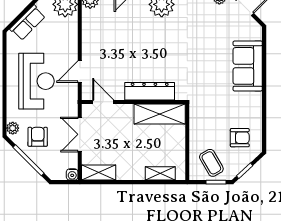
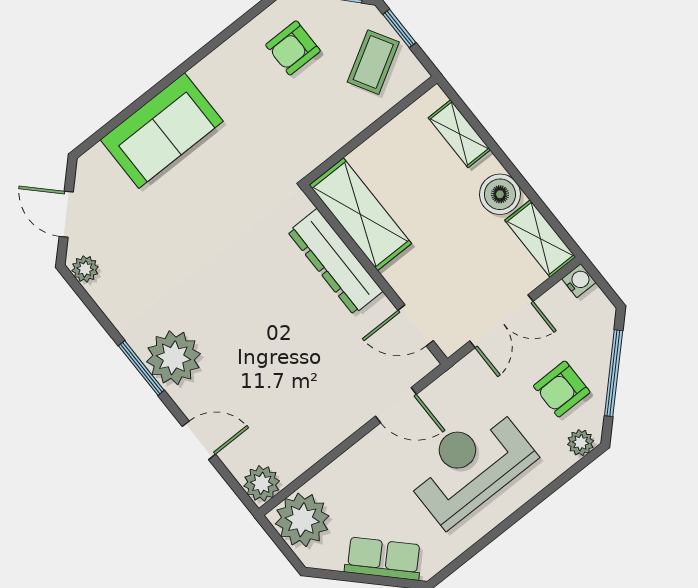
door: (103, 102) -> (416, 325), hinge flipped
armchair: (240, 138) -> (293, 48), turned -90
boiler: (126, 171) -> (500, 194), added

